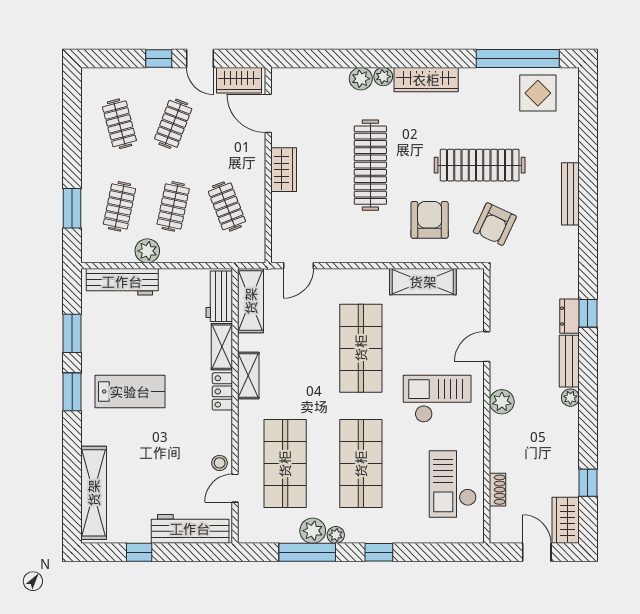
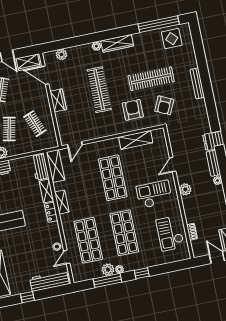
plant: (361, 79) -> (62, 54), moved

